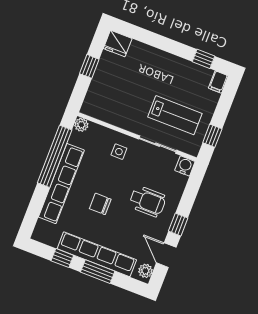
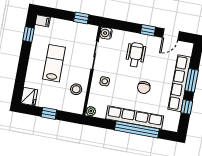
stool: (115, 110) -> (76, 89), added
lab bench: (175, 115) -> (54, 63), moved
window: (55, 156) -> (137, 129), moved
plant: (145, 271) -> (185, 47), removed

